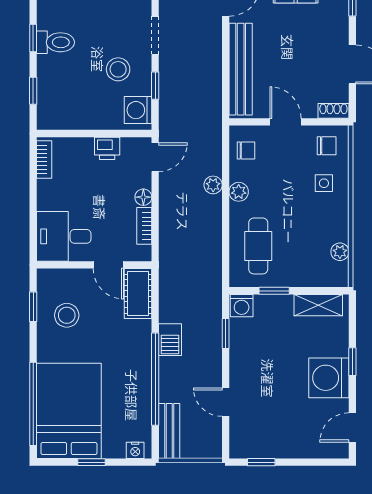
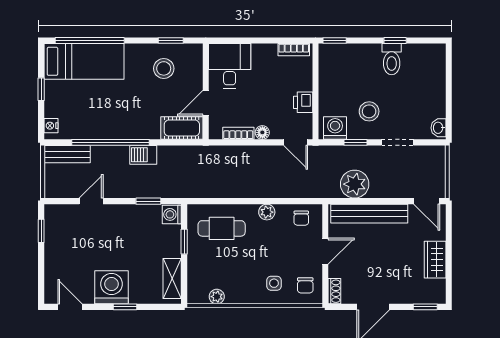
window: (33, 91) -> (335, 40), moved
plant: (213, 185) -> (355, 184), moved, width x1.88, depth x1.88
bed: (69, 411) -> (84, 61), width x0.67

